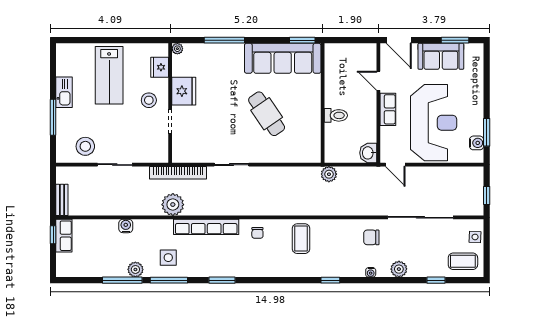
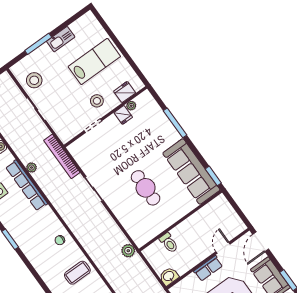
plant: (177, 49) -> (131, 106), moved
lab bench: (109, 75) -> (94, 62), turned 180
fridge: (184, 91) -> (123, 115), width x0.53, depth x0.75
cafe table: (267, 114) -> (146, 188), turned -55
toilet: (336, 115) -> (169, 243), moved
plant: (329, 174) -> (128, 251), moved
plant: (173, 205) -> (31, 168), width x0.53, depth x0.53
row of seats: (206, 227) -> (27, 185), moved

